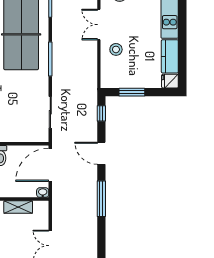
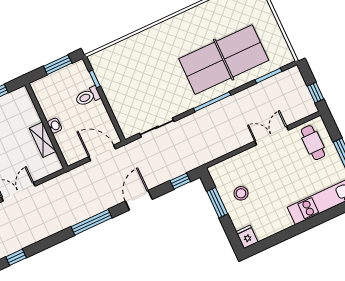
stool: (116, 49) -> (241, 193), moved
kitchen counter: (170, 56) -> (273, 225), removed
door: (50, 165) -> (102, 153), width x0.73
washbasin: (43, 193) -> (55, 126), moved

